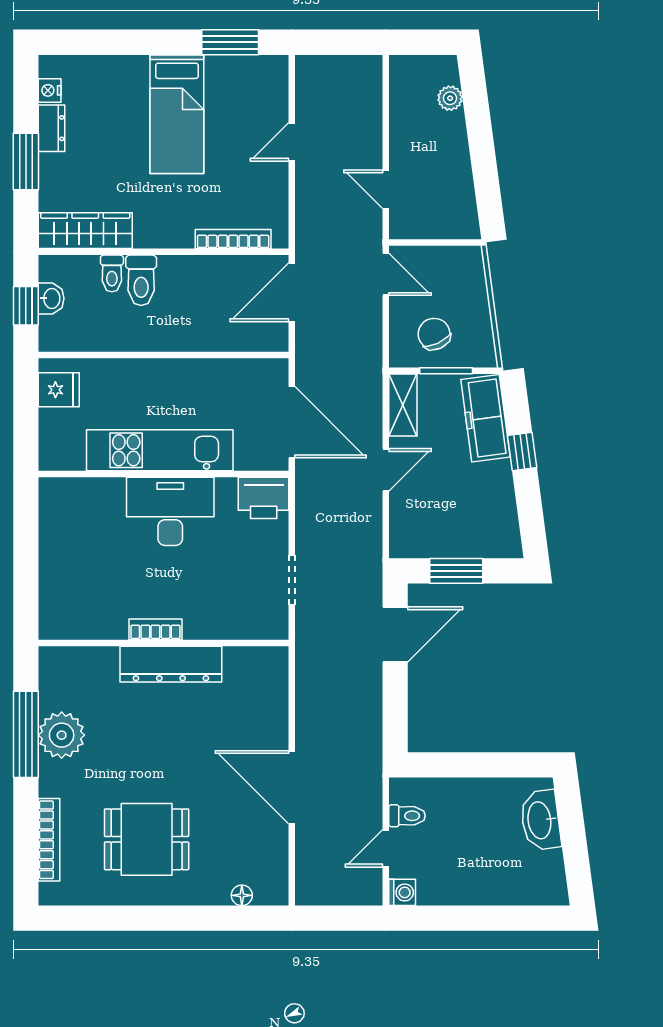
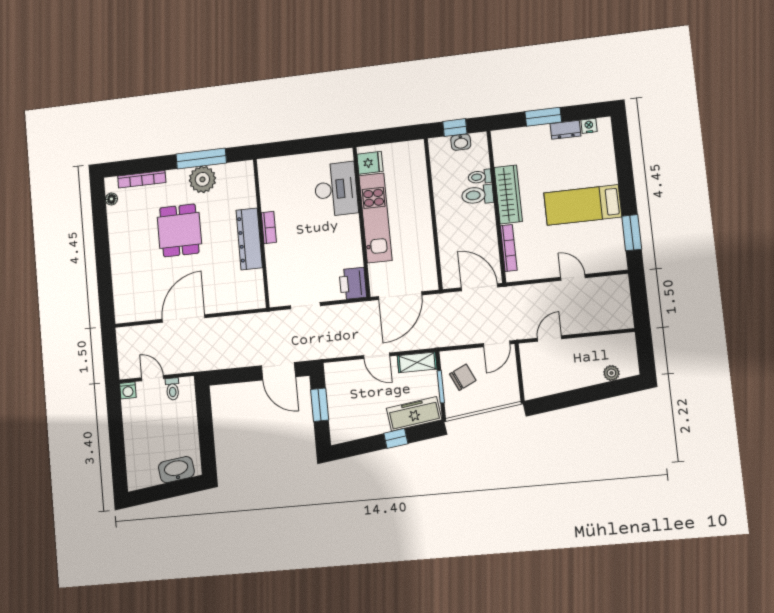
wardrobe: (85, 231) -> (508, 194), moved
fridge: (59, 390) -> (370, 163), moved, turned -90
desk: (170, 511) -> (336, 189), moved
dining table: (147, 839) -> (179, 230), moved
floor lamp: (242, 895) -> (111, 199), moved

